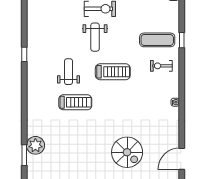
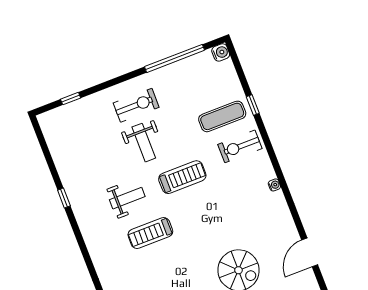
exercise bike: (161, 66) -> (240, 146), width x1.38, depth x1.39
weight bench: (68, 72) -> (127, 198), turned 90
treadmill: (75, 102) -> (150, 233), turned 180

